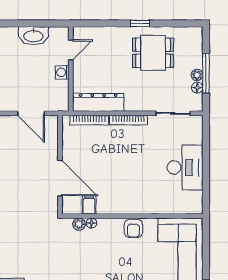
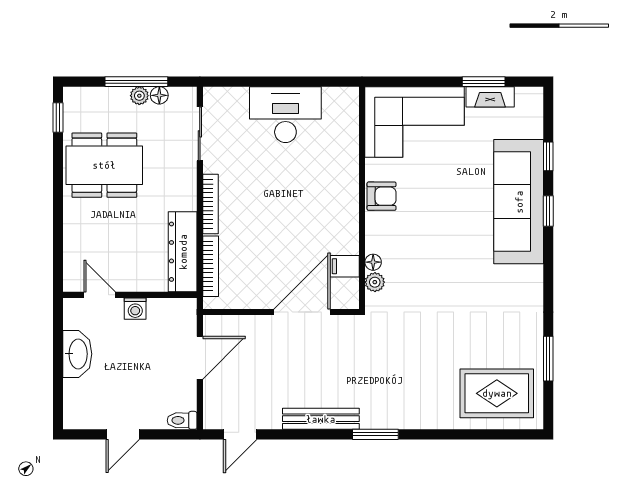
window: (140, 23) -> (58, 117), moved
dining table: (153, 53) -> (104, 165), width x1.38

